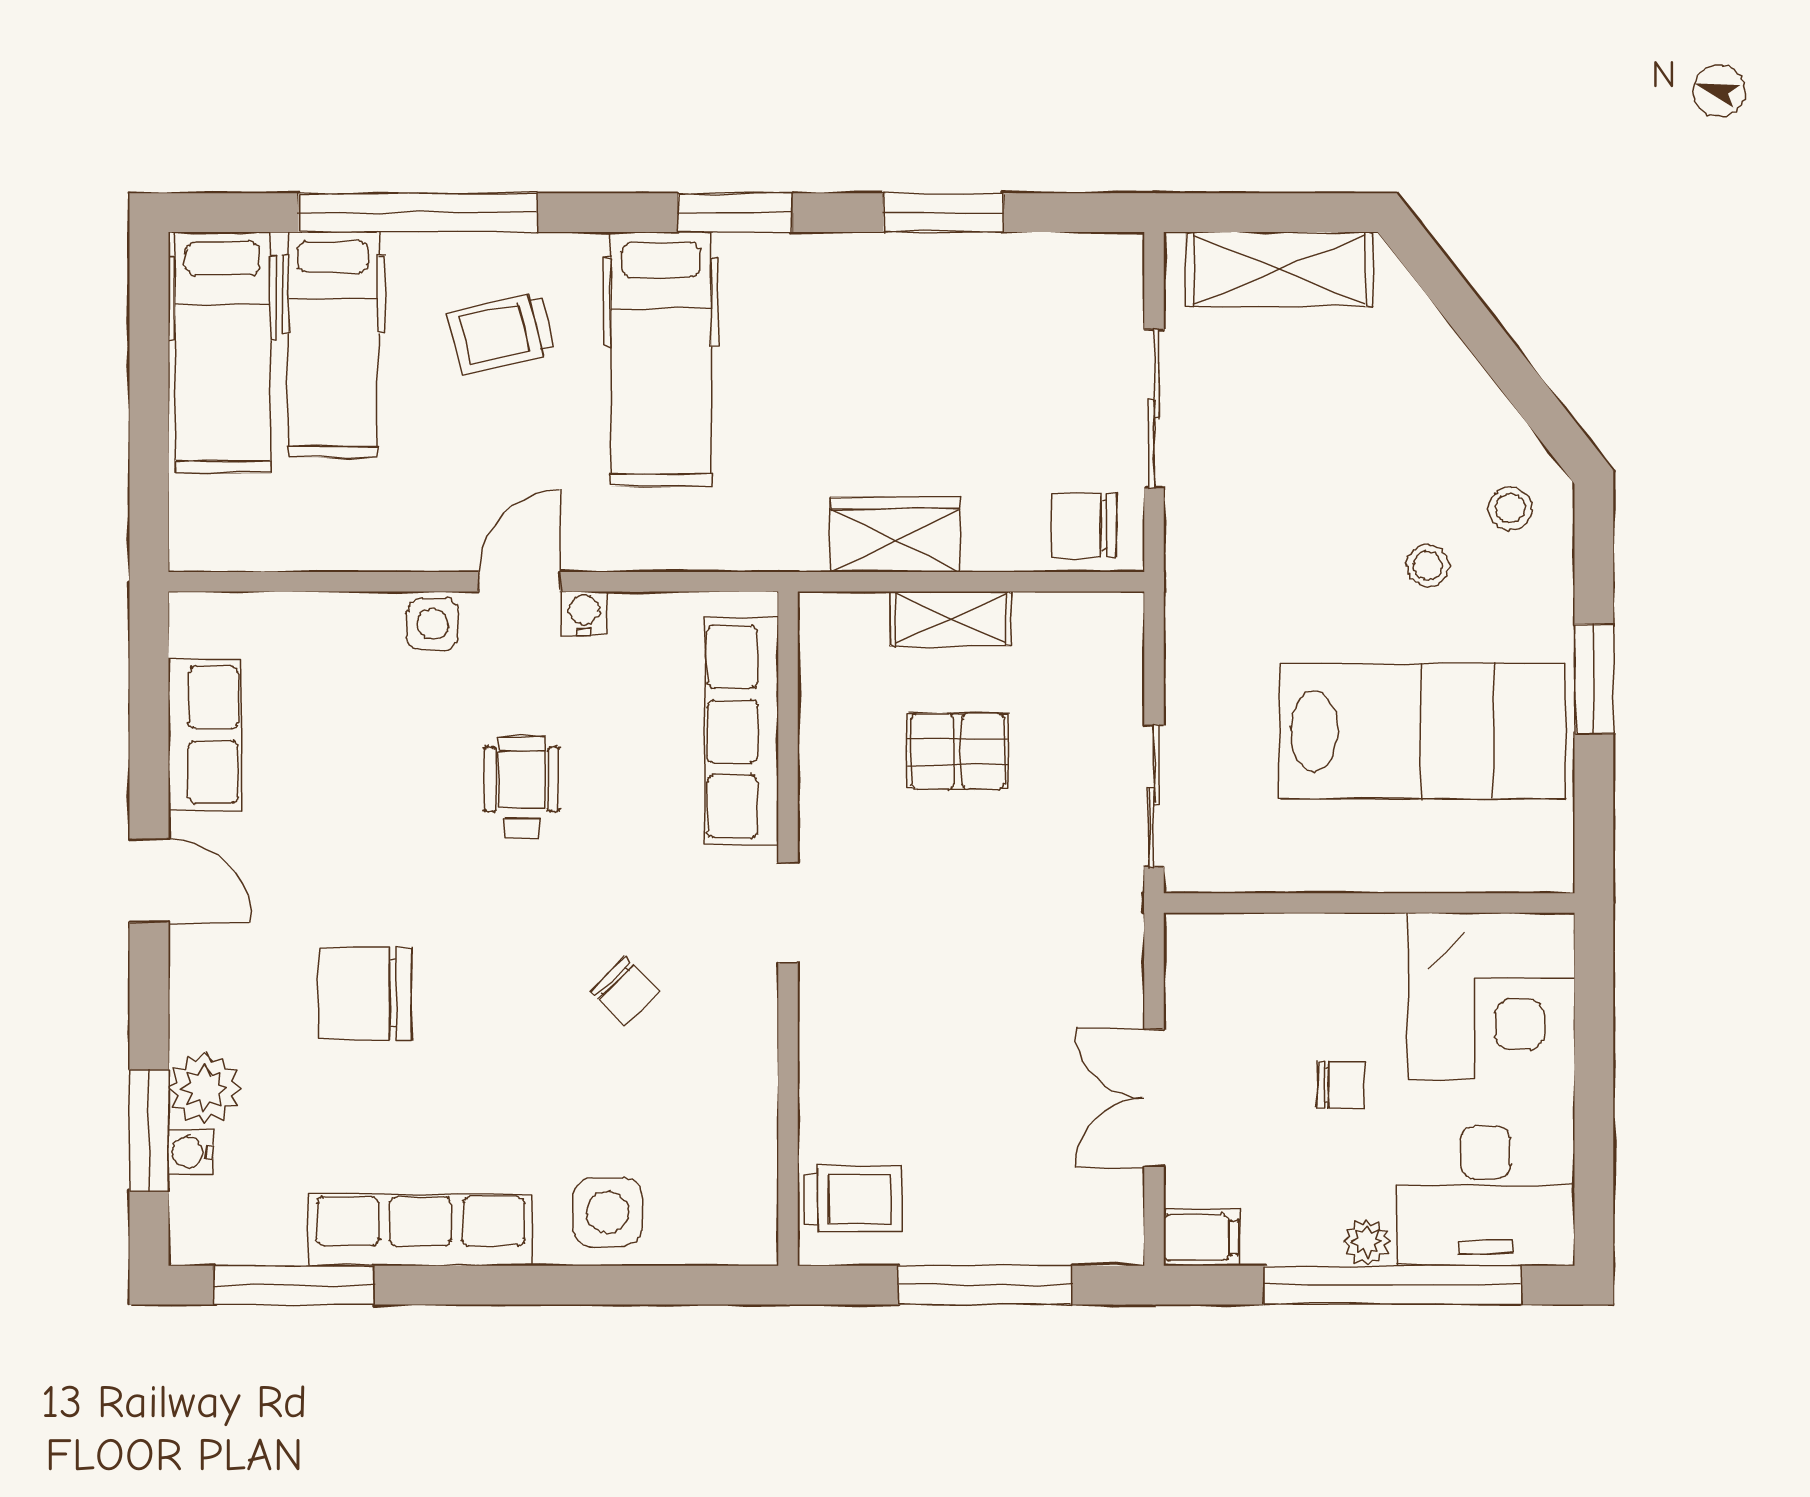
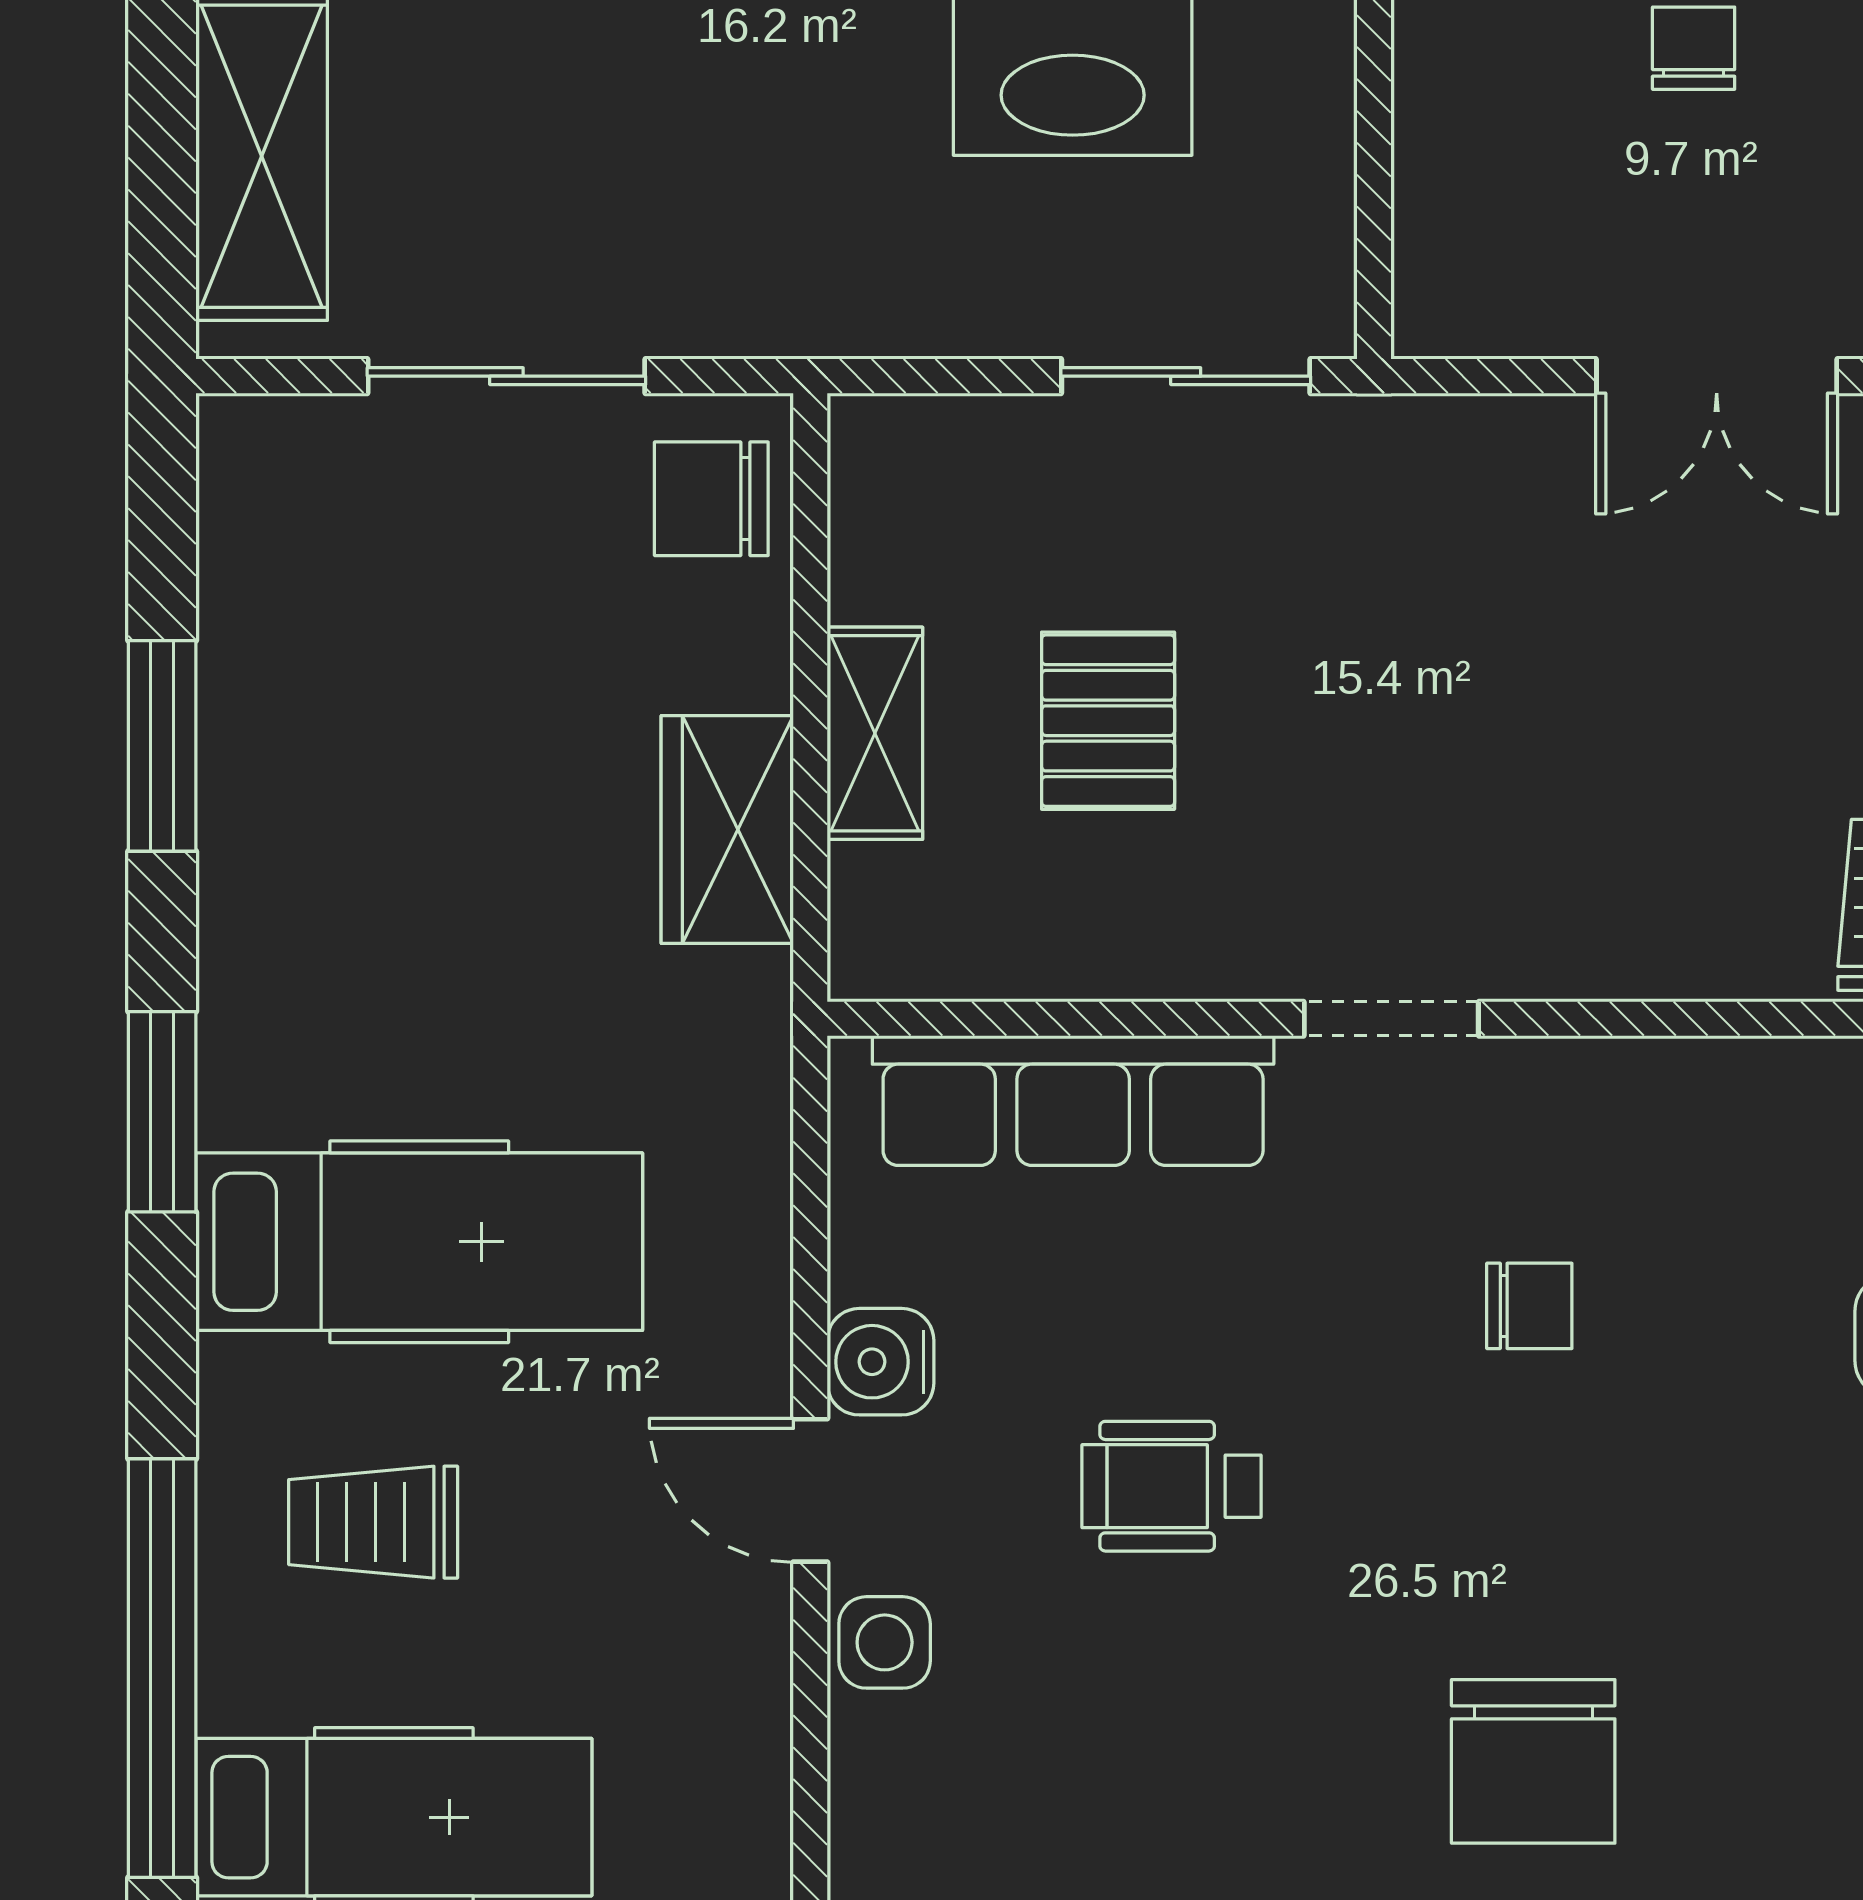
trolley: (501, 333) -> (373, 1522), turned 103
chair: (1084, 525) -> (711, 499), turned 90
water cooler: (584, 613) -> (881, 1362), width x1.38, depth x1.38
chair: (624, 991) -> (1529, 1306), turned 44

